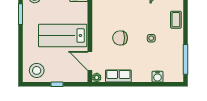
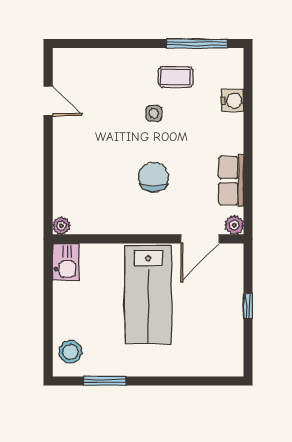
coffee table: (176, 20) -> (176, 77), moved
chair: (120, 38) -> (153, 177), turned 180
stool: (37, 70) -> (220, 348), removed

